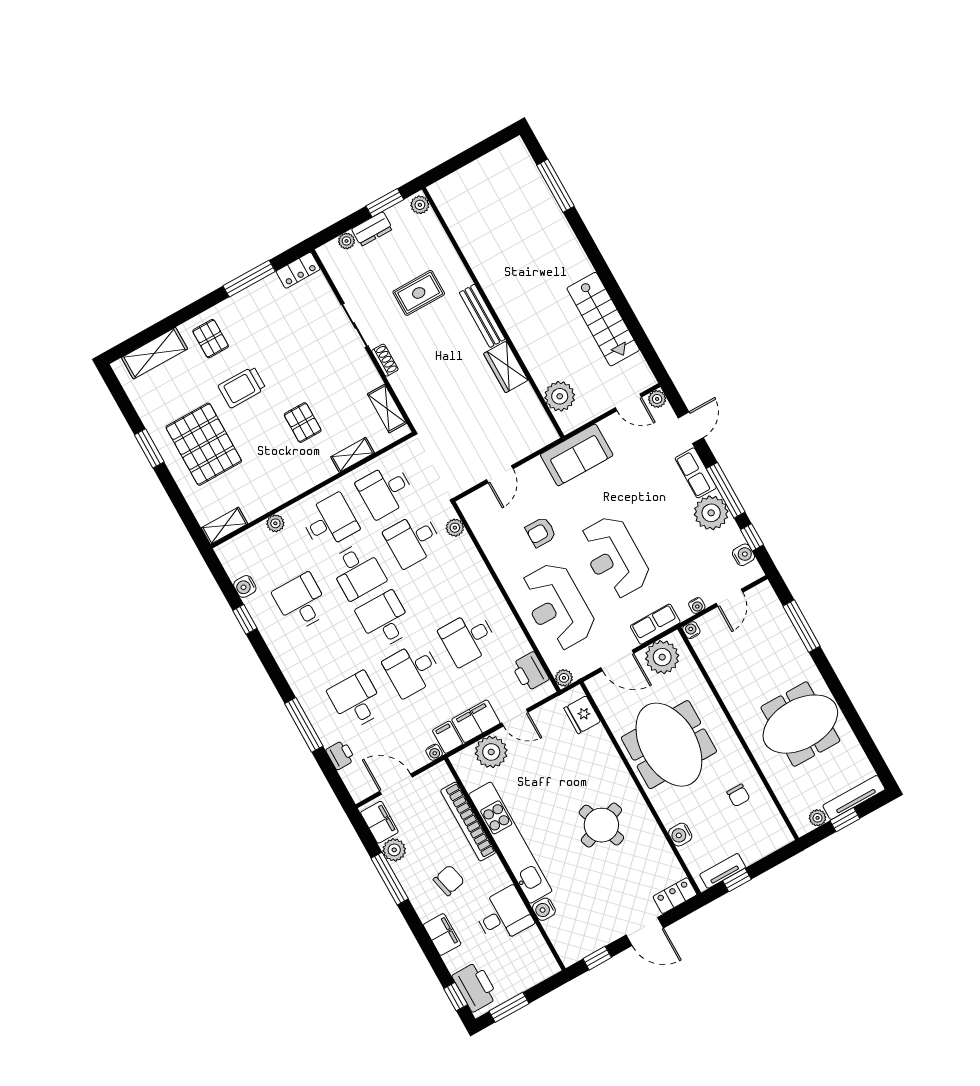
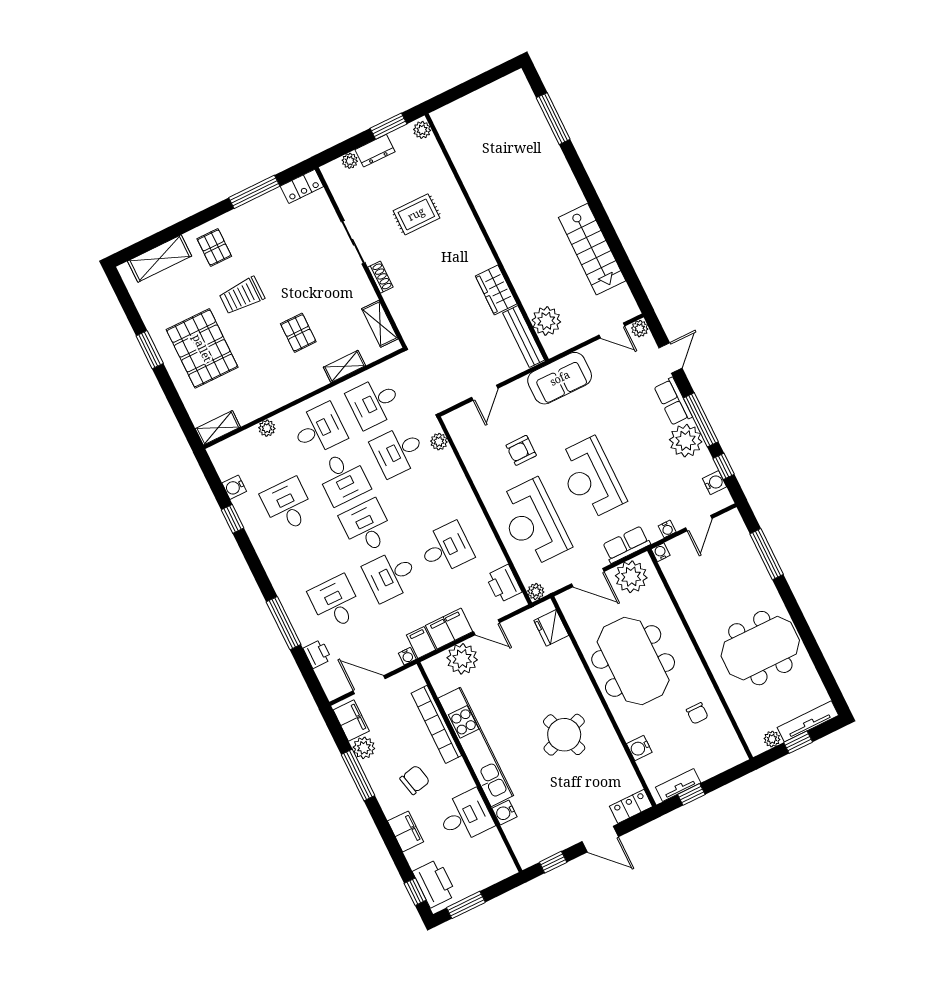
bench: (482, 316) -> (524, 337), moved
desk: (468, 638) -> (446, 548), turned 180

